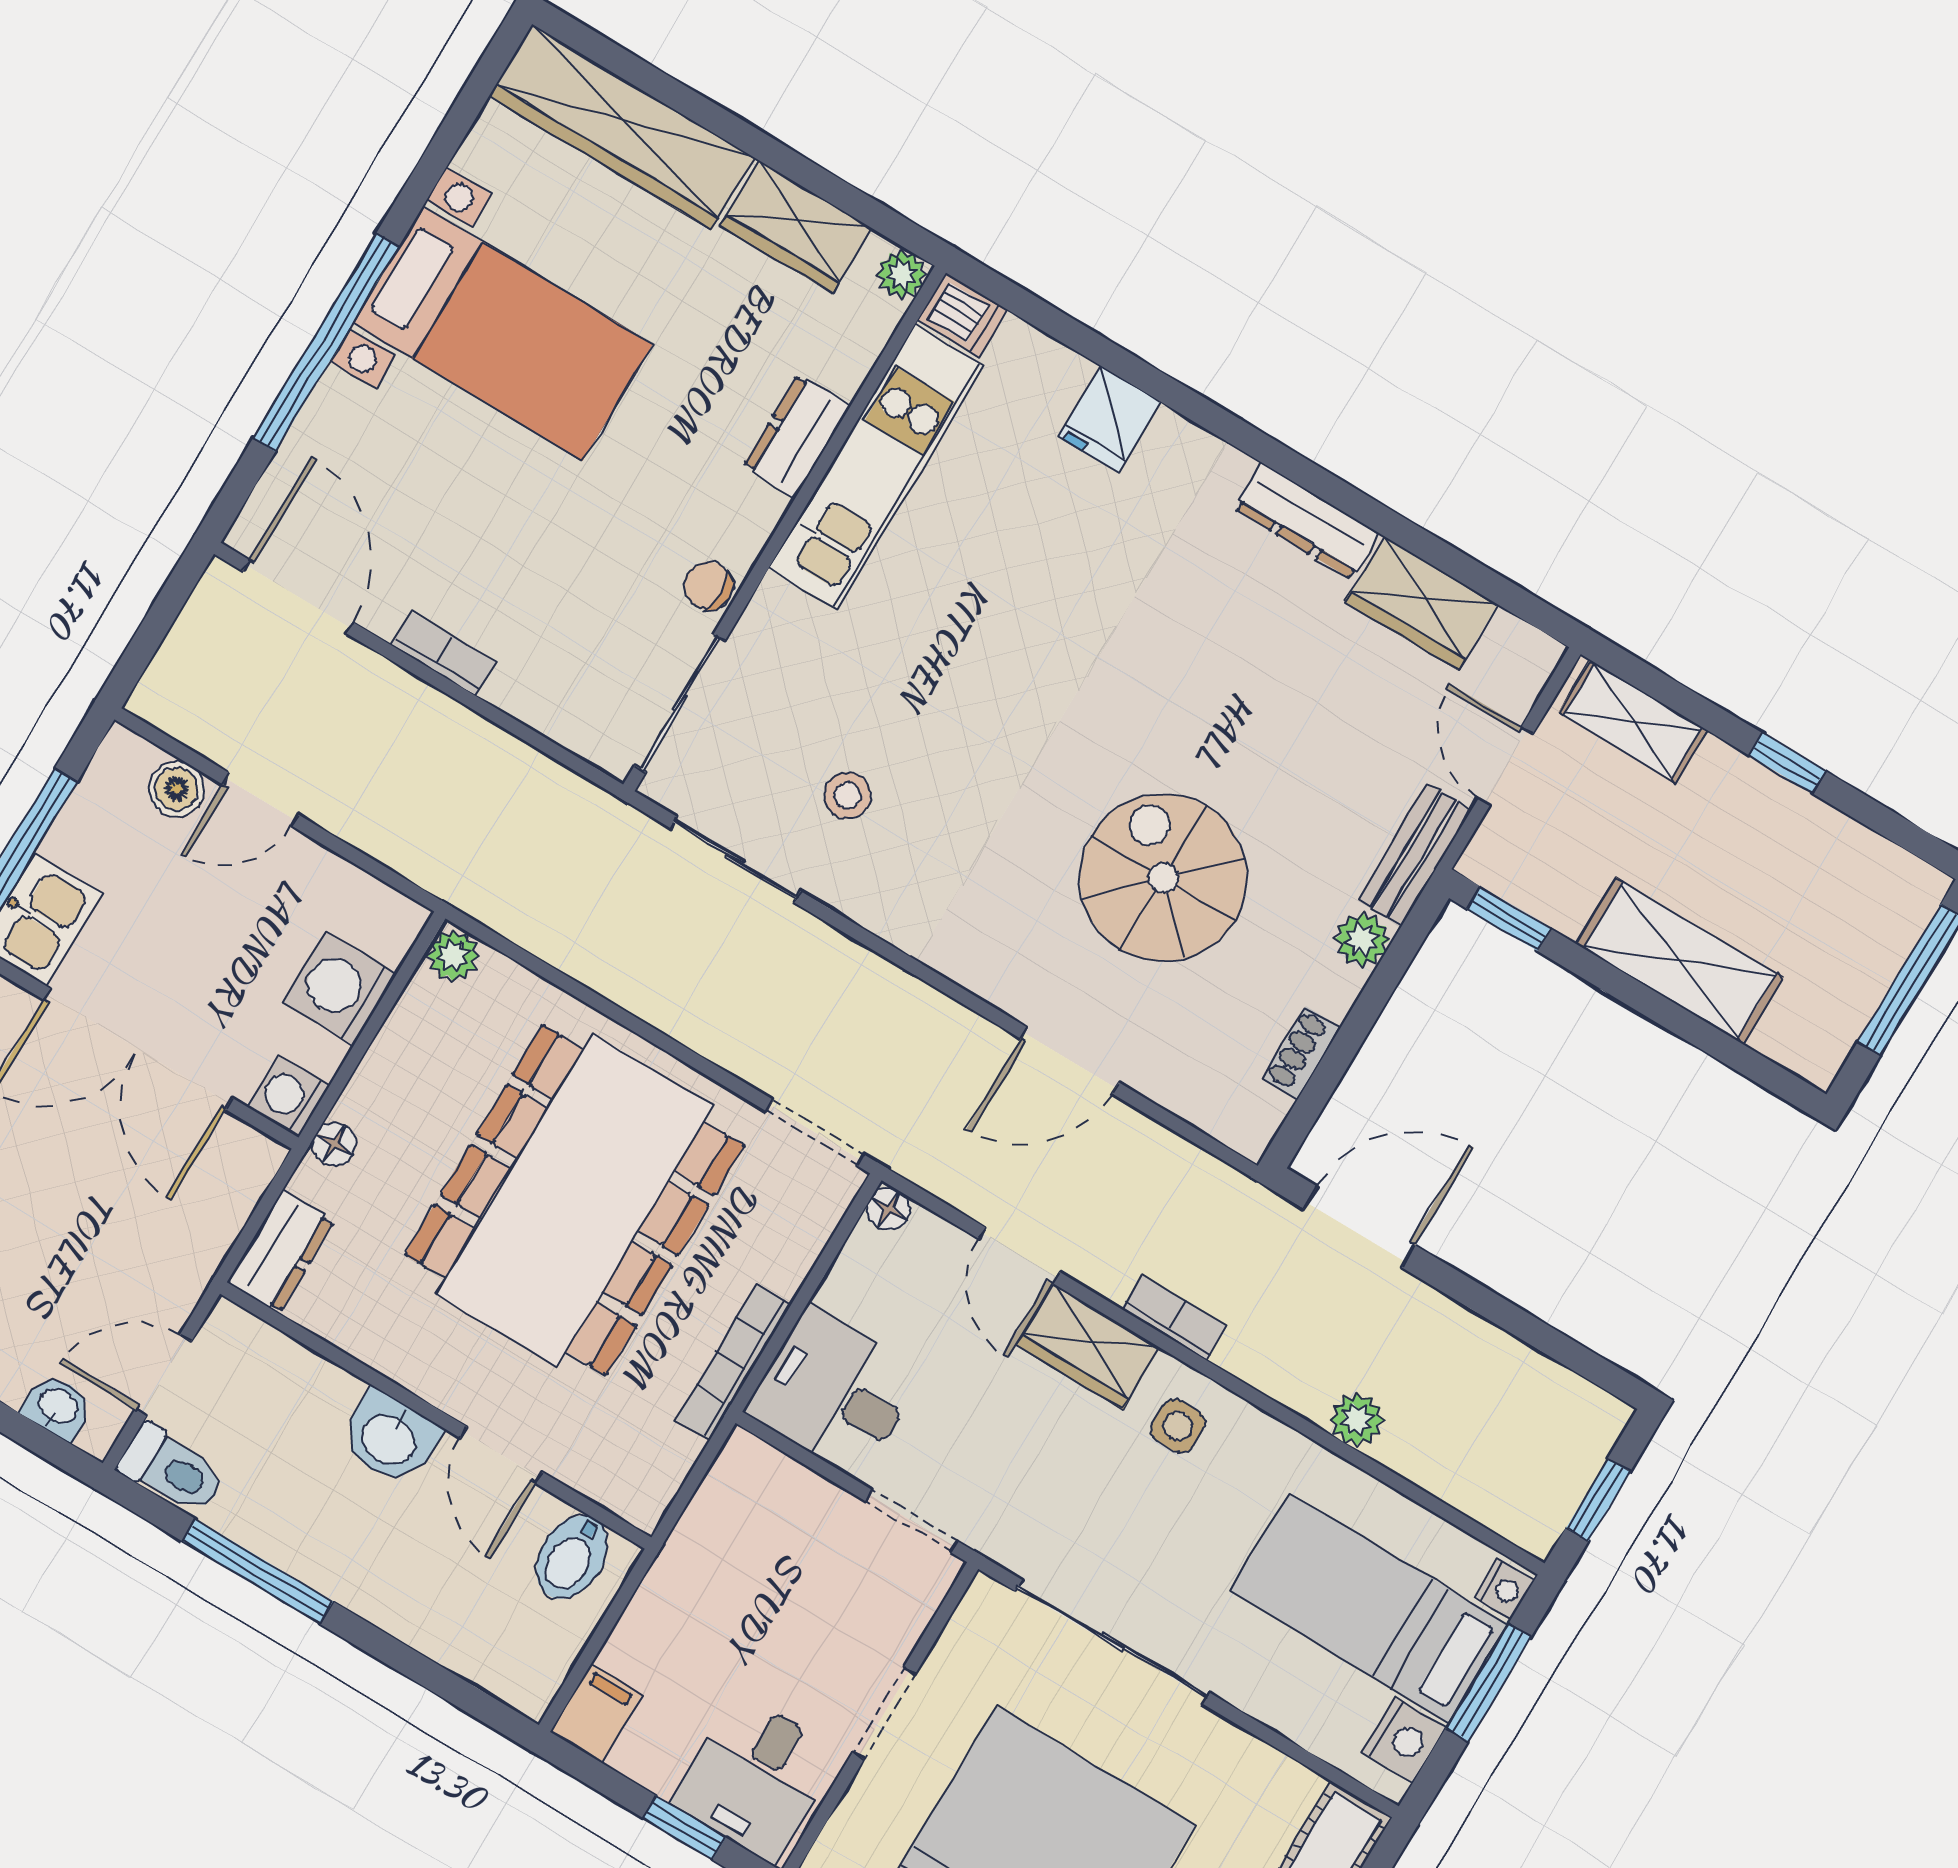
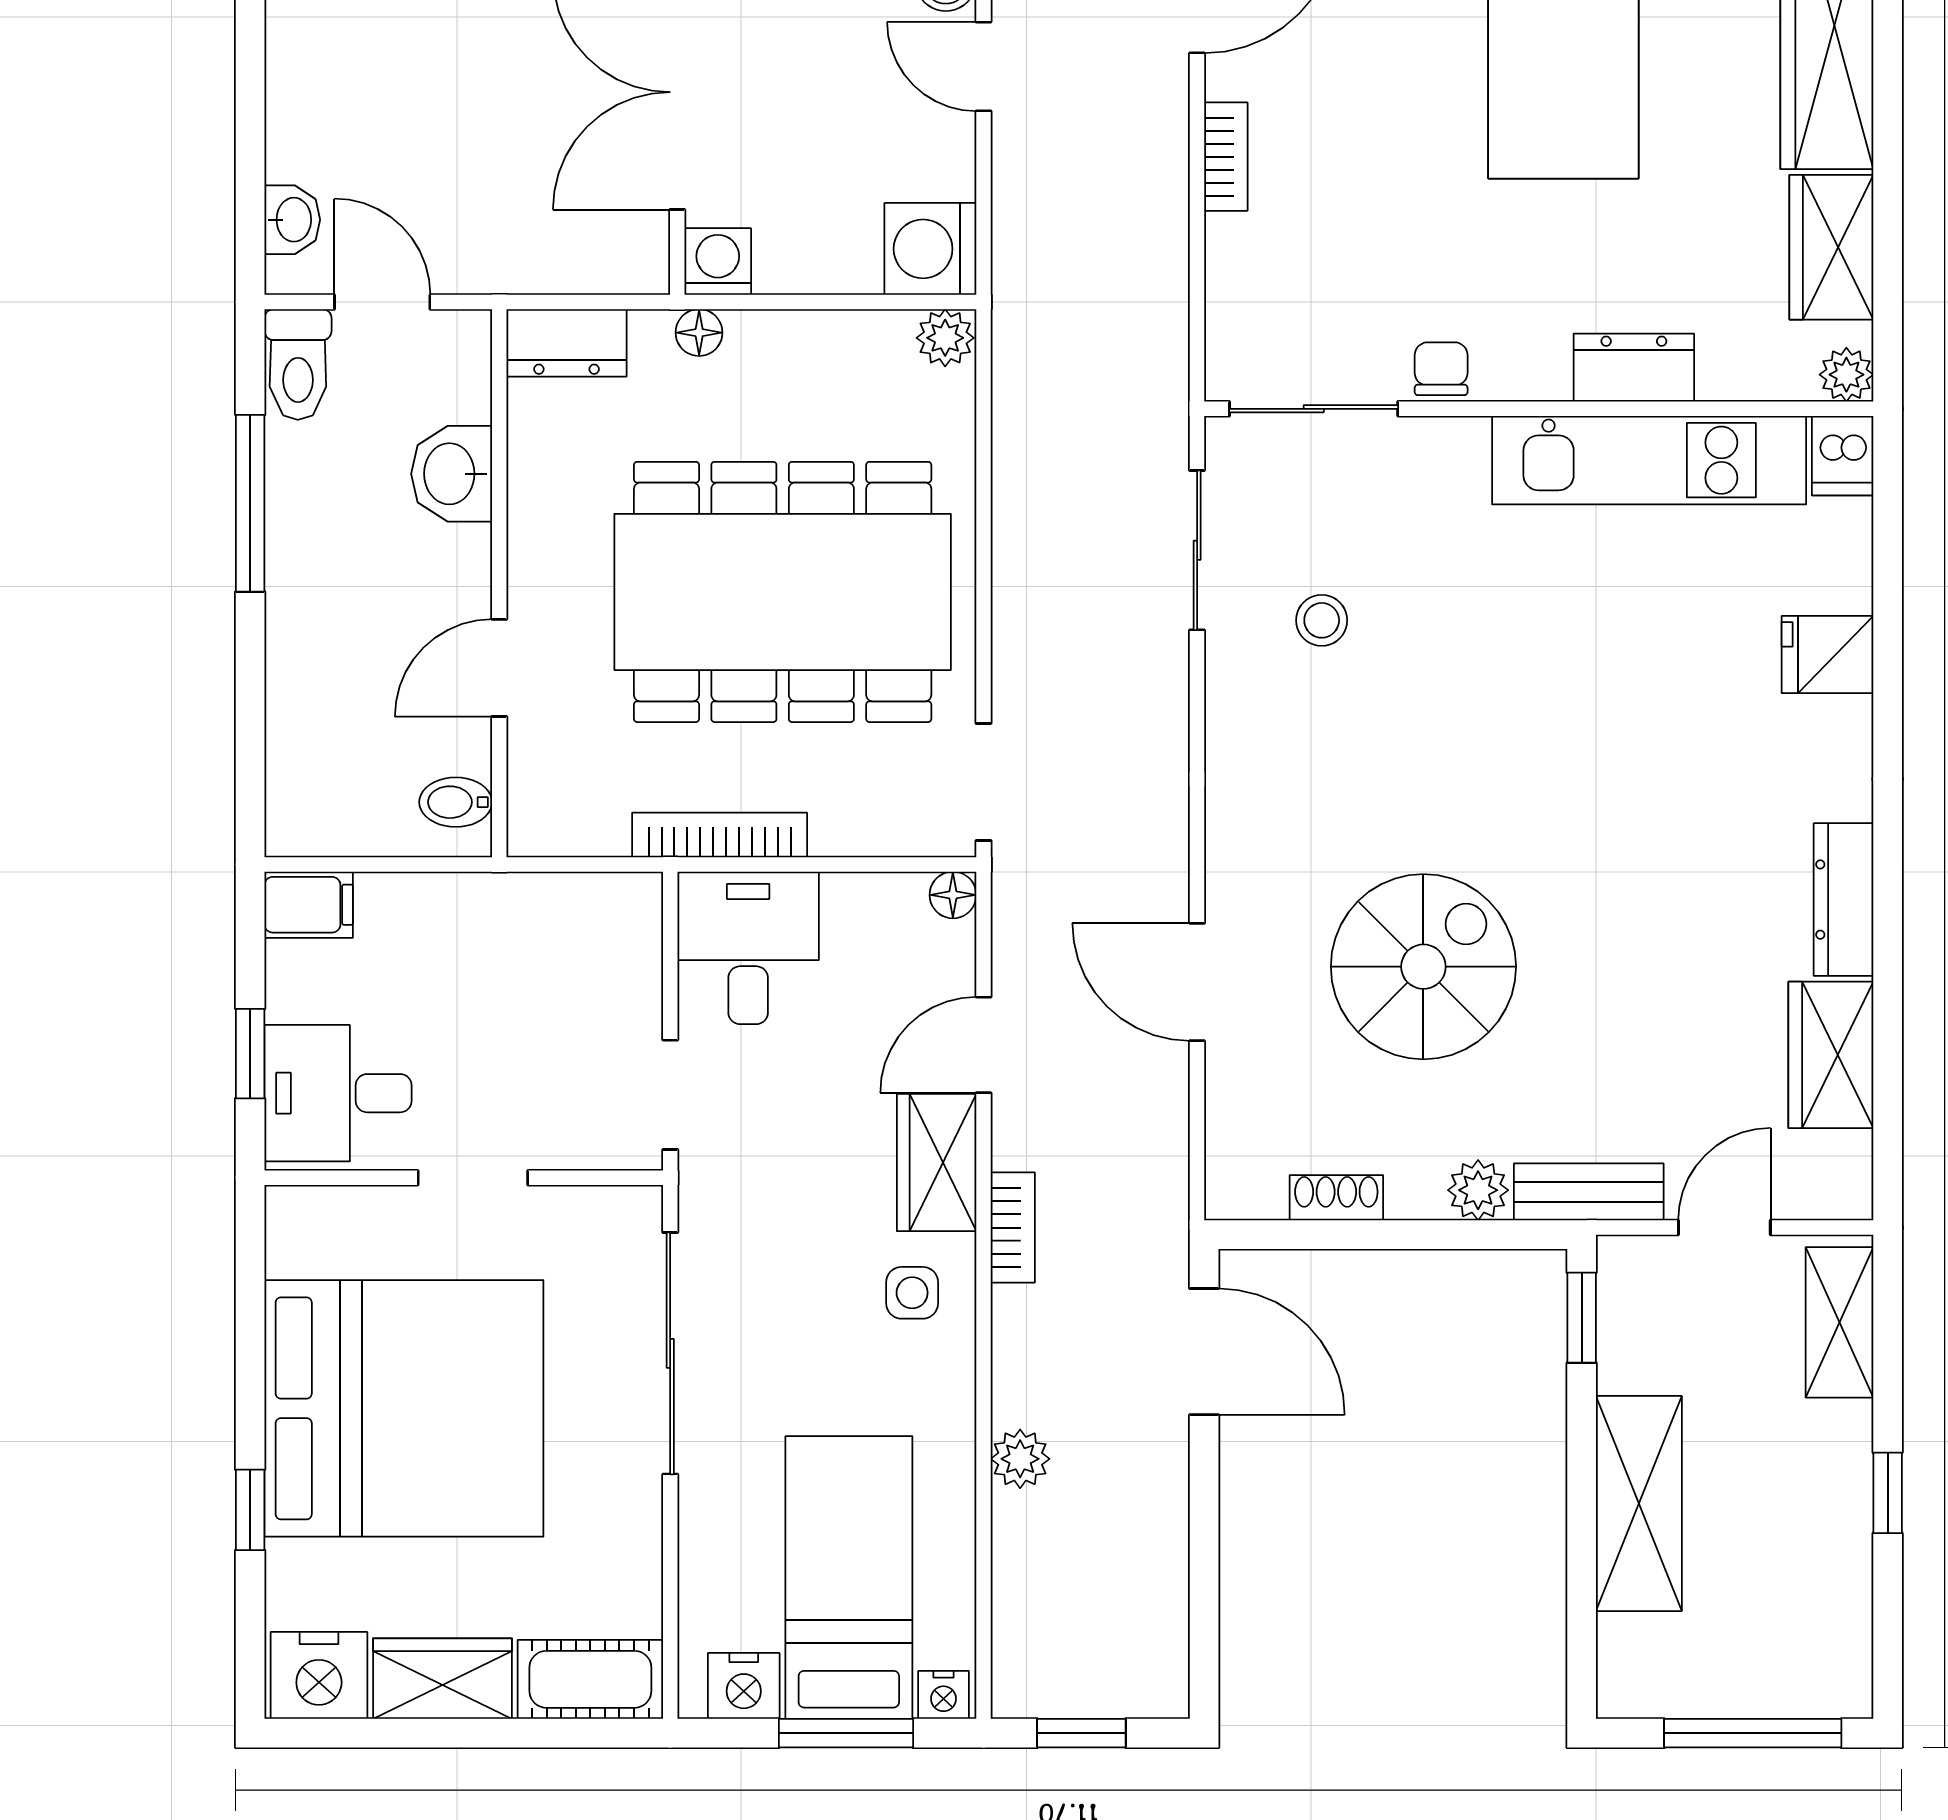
washing machine: (340, 989) -> (930, 249), moved, turned -90
washbasin: (390, 1438) -> (452, 474), moved
bidet: (572, 1557) -> (456, 802), width x0.72, depth x0.74

